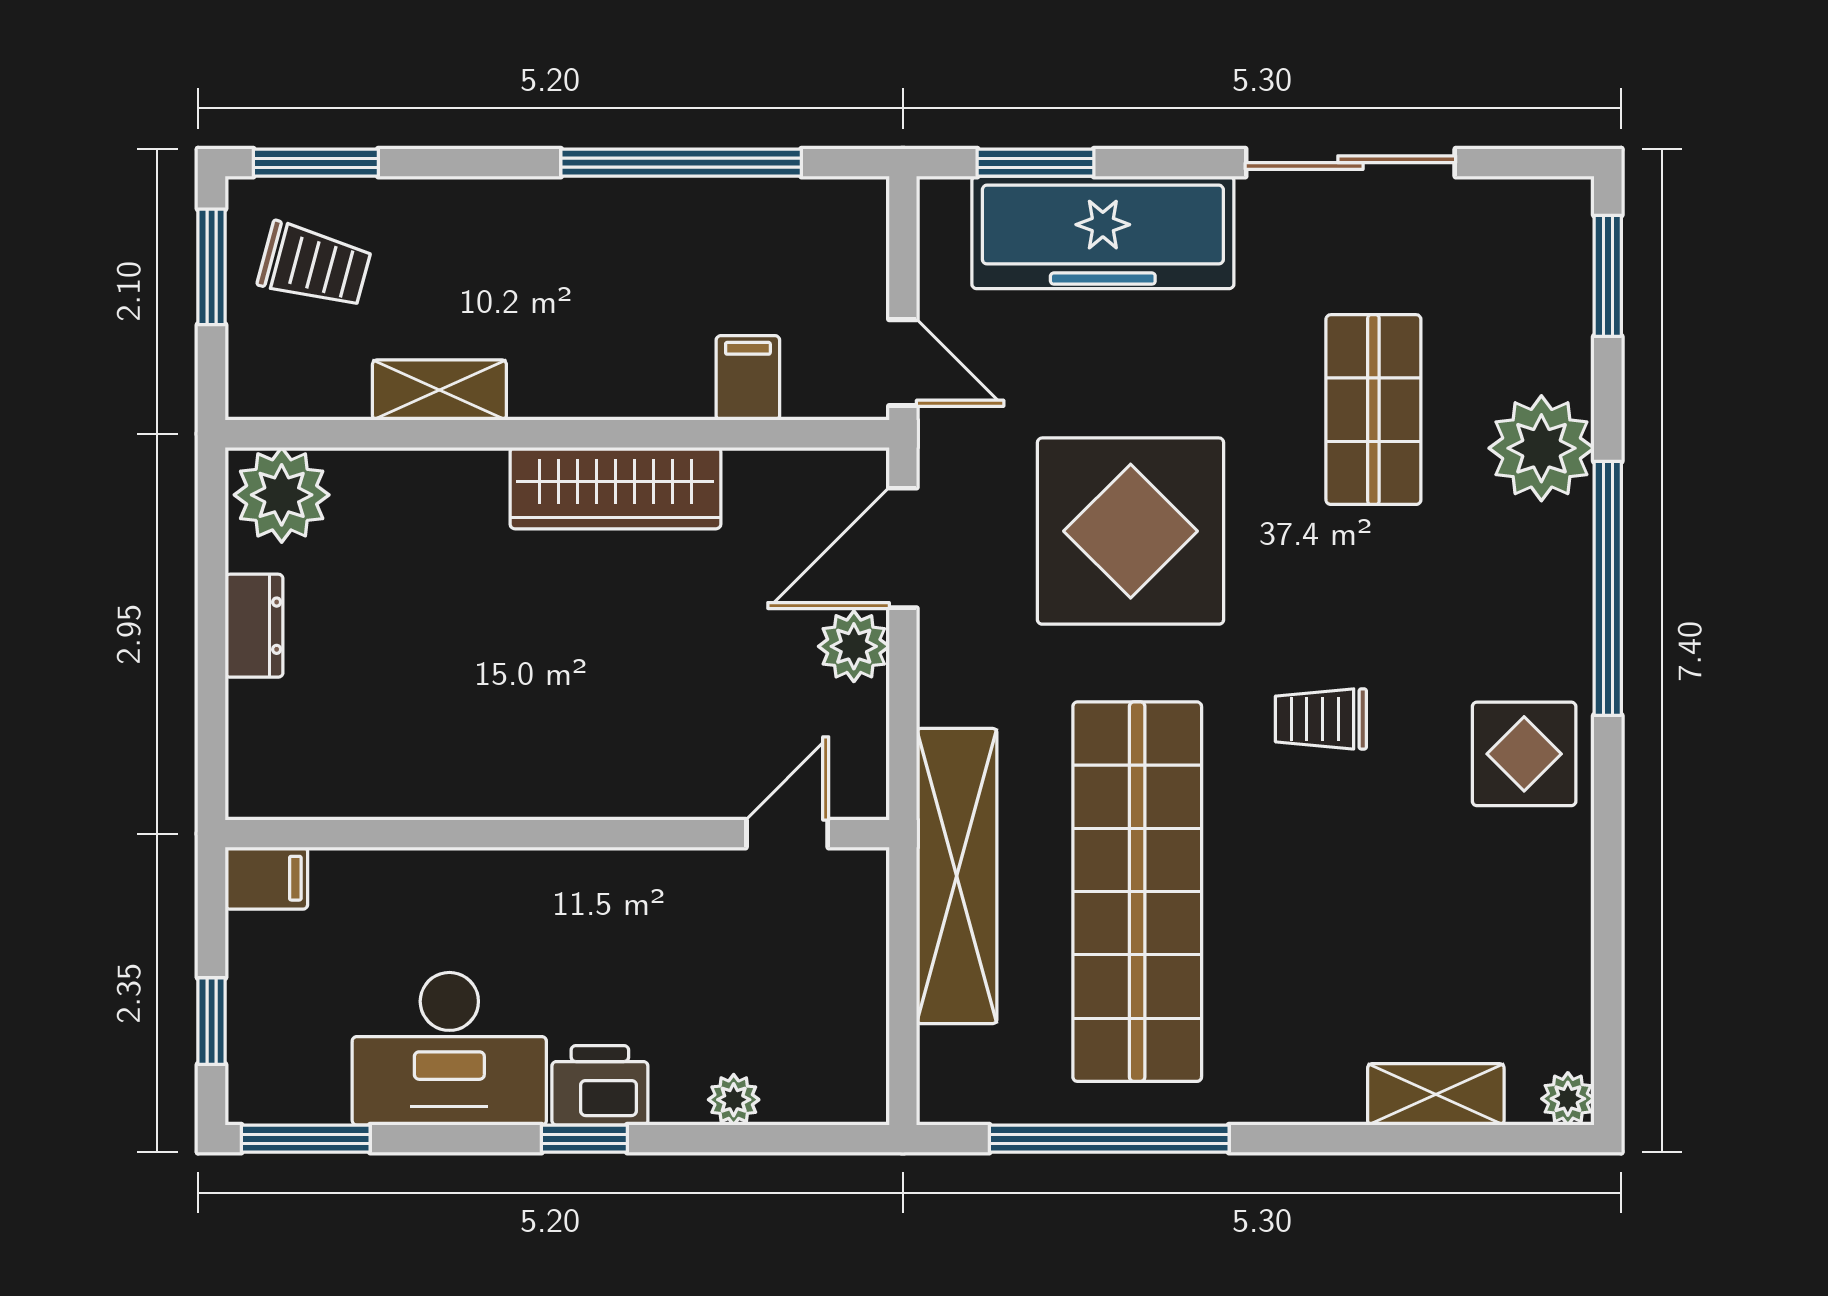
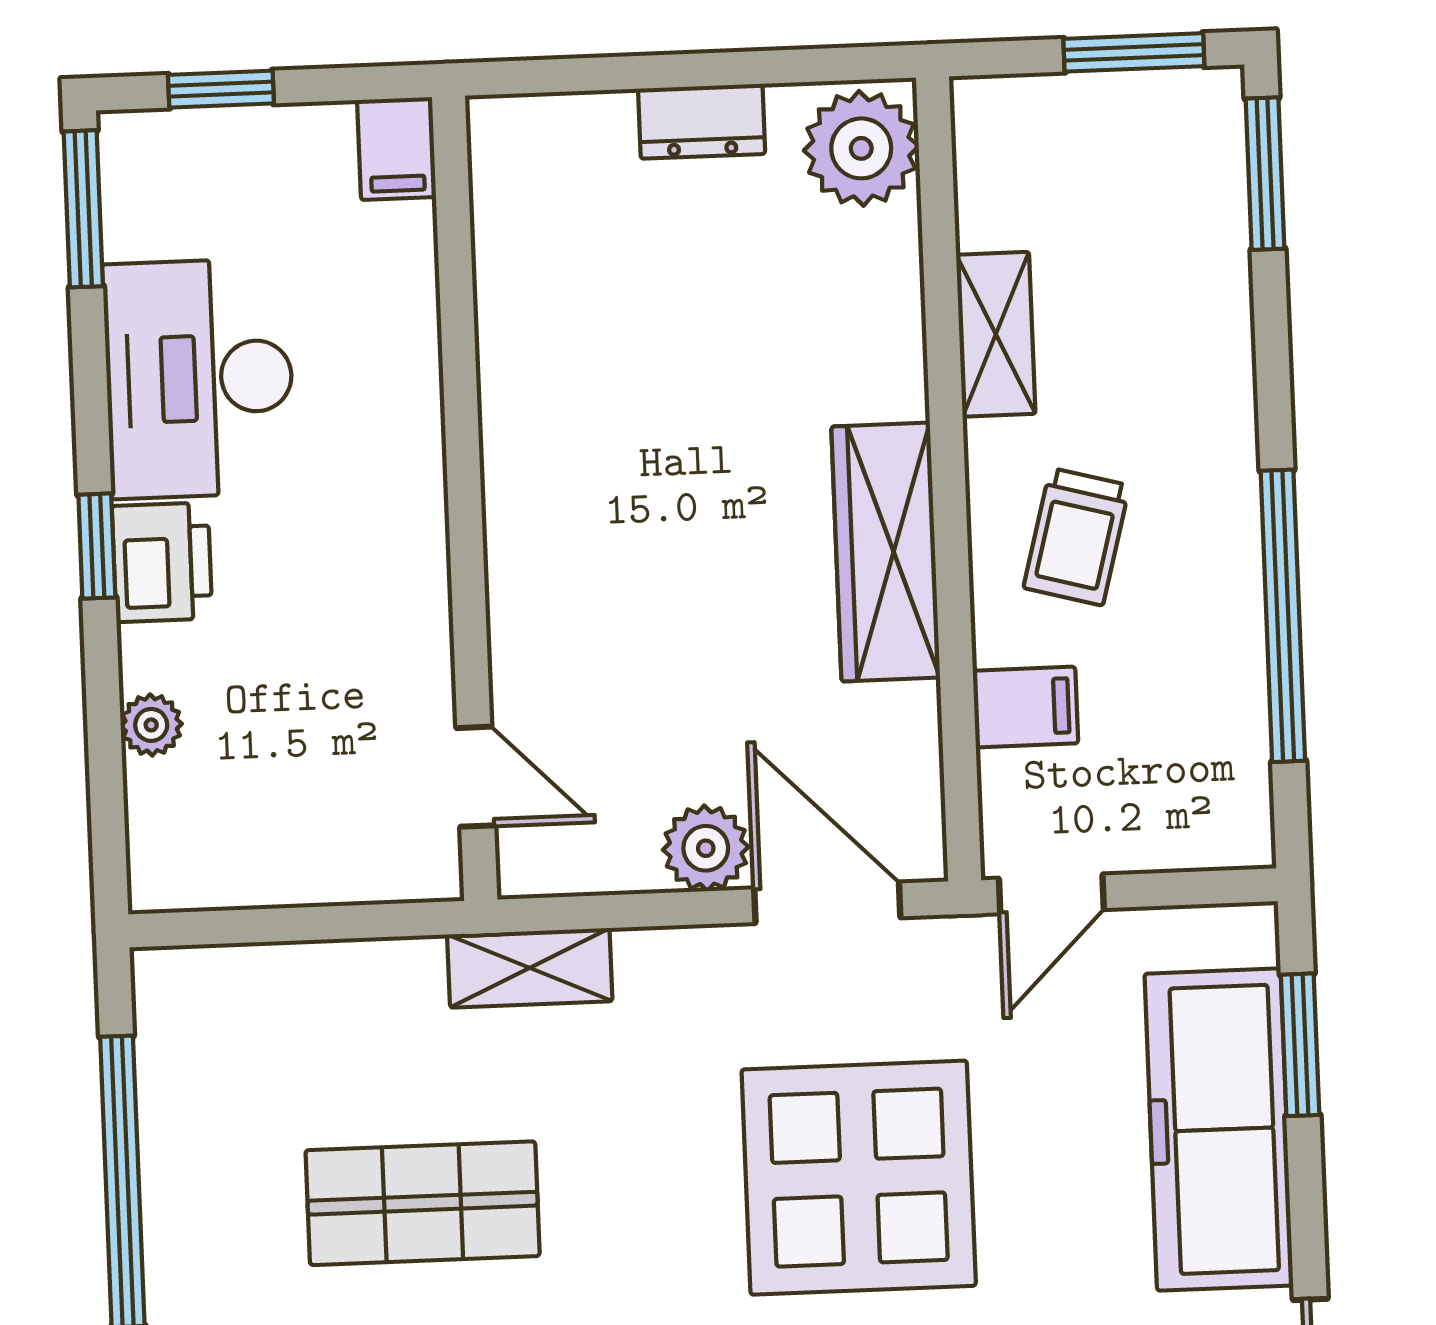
trolley: (314, 265) -> (1076, 537), moved
shelving: (957, 876) -> (530, 968), width x0.45, depth x0.75
shop shelf: (1137, 892) -> (423, 1203), width x0.50, depth x0.74

